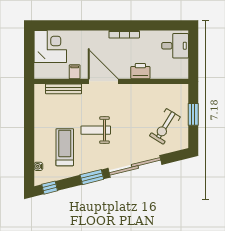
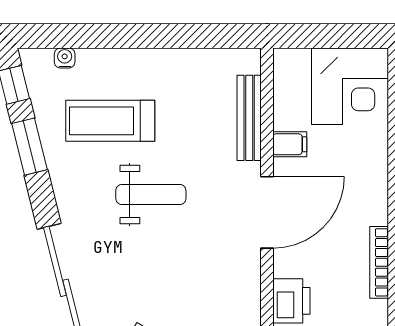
weight bench: (96, 130) -> (151, 194), turned 90
treadmill: (65, 147) -> (110, 121), turned 180
window: (92, 177) -> (29, 147), moved

